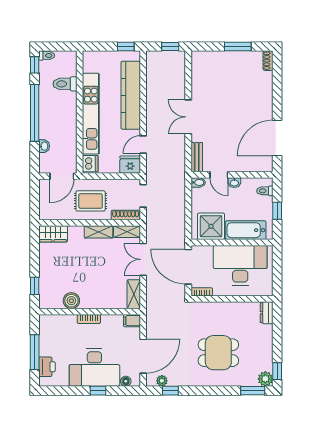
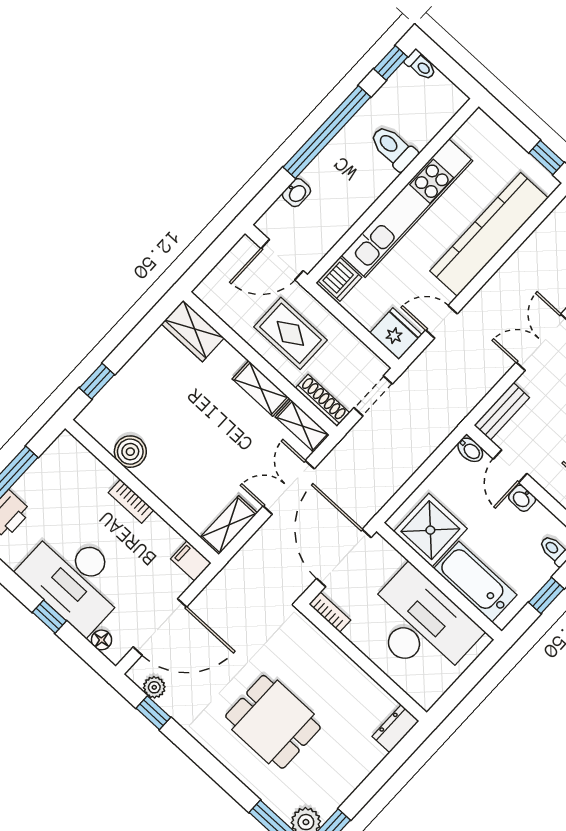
toilet: (65, 84) -> (393, 148), moved

